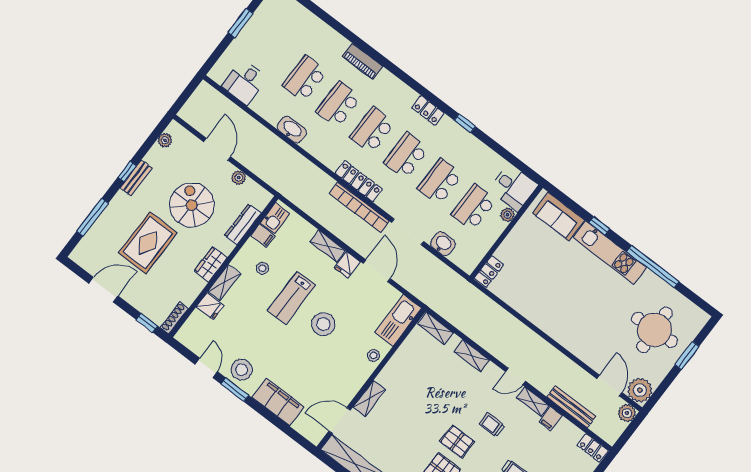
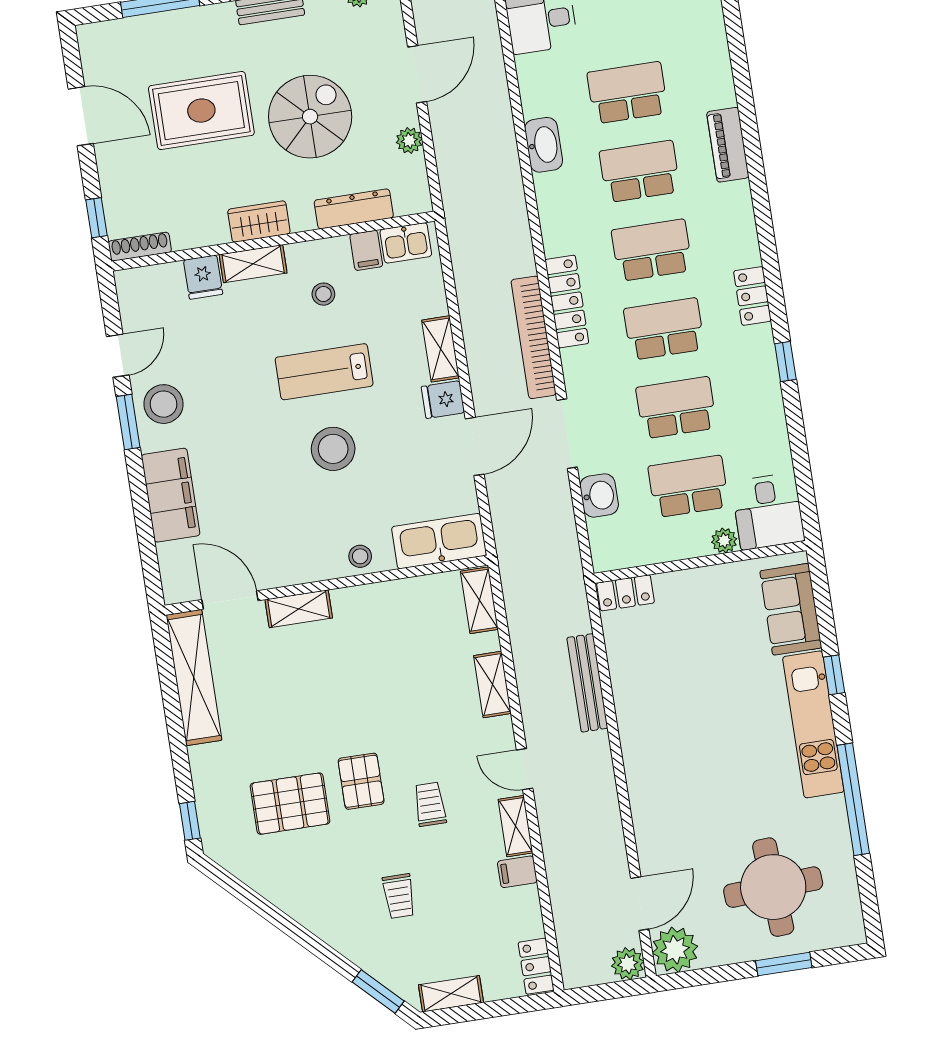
bench: (571, 407) -> (587, 683), moved

